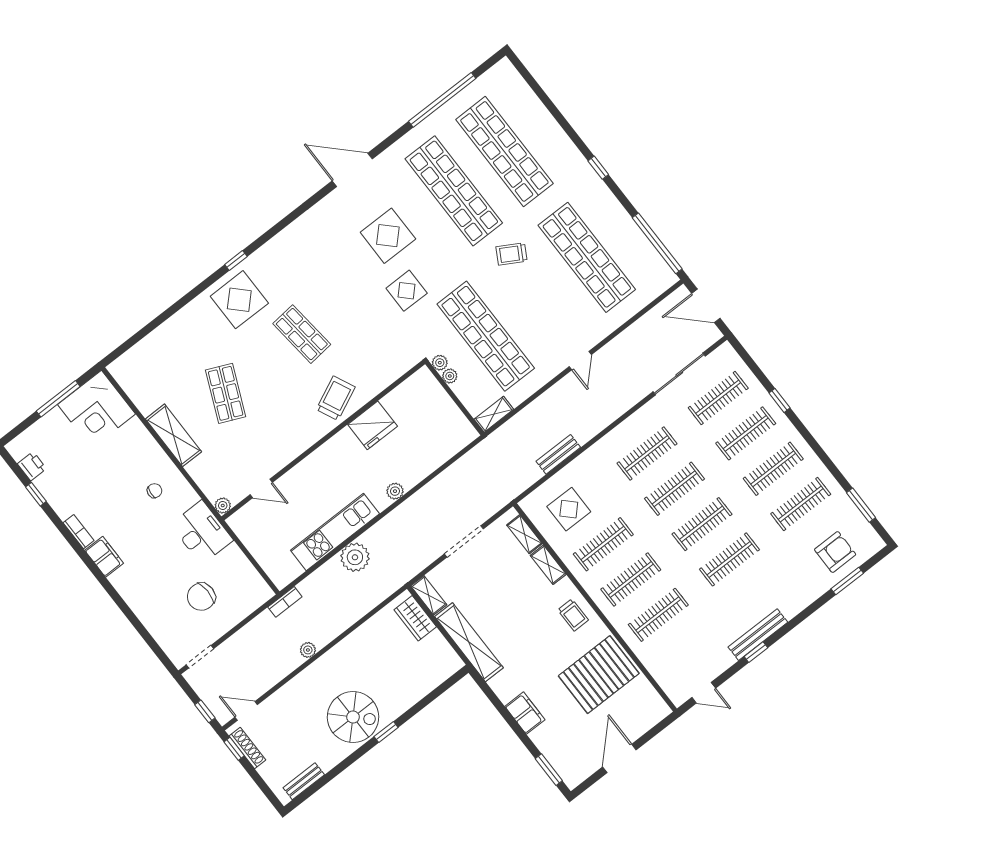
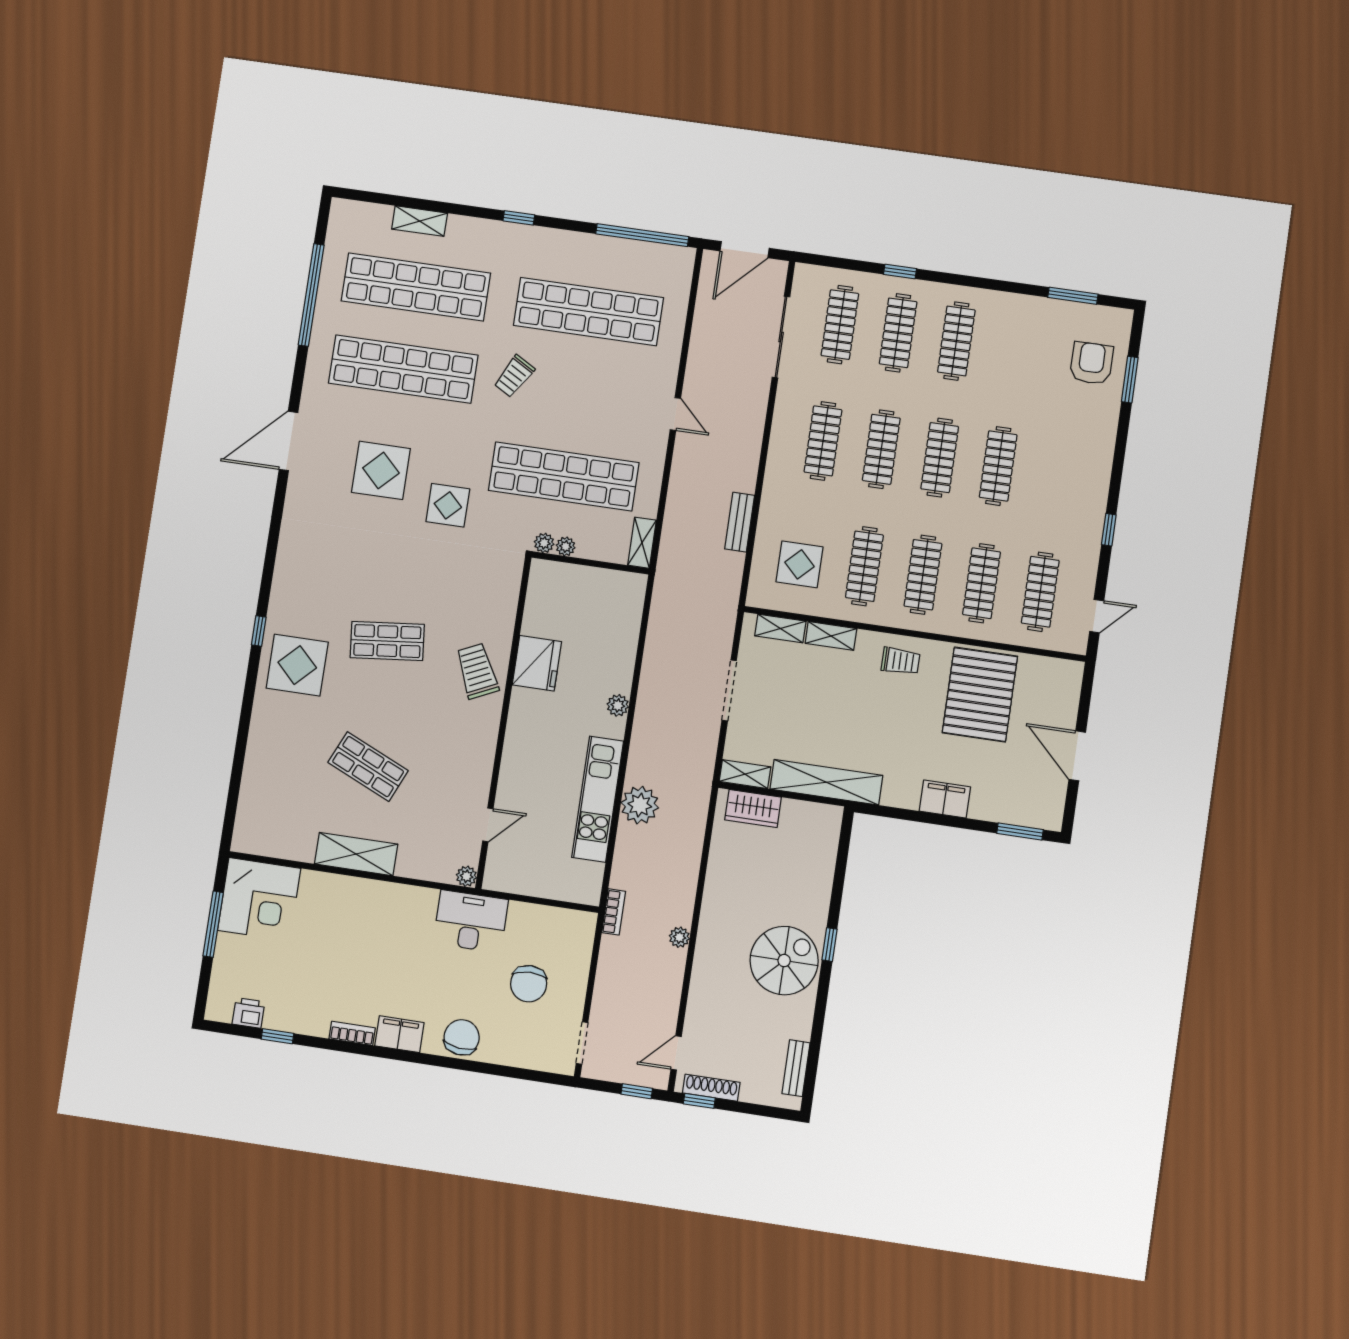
shelving: (542, 116) -> (420, 221), added
chair: (154, 491) -> (462, 1037), moved, width x1.87, depth x1.87
clothes rail: (801, 504) -> (1040, 592), moved
bench: (758, 635) -> (1094, 511), removed

